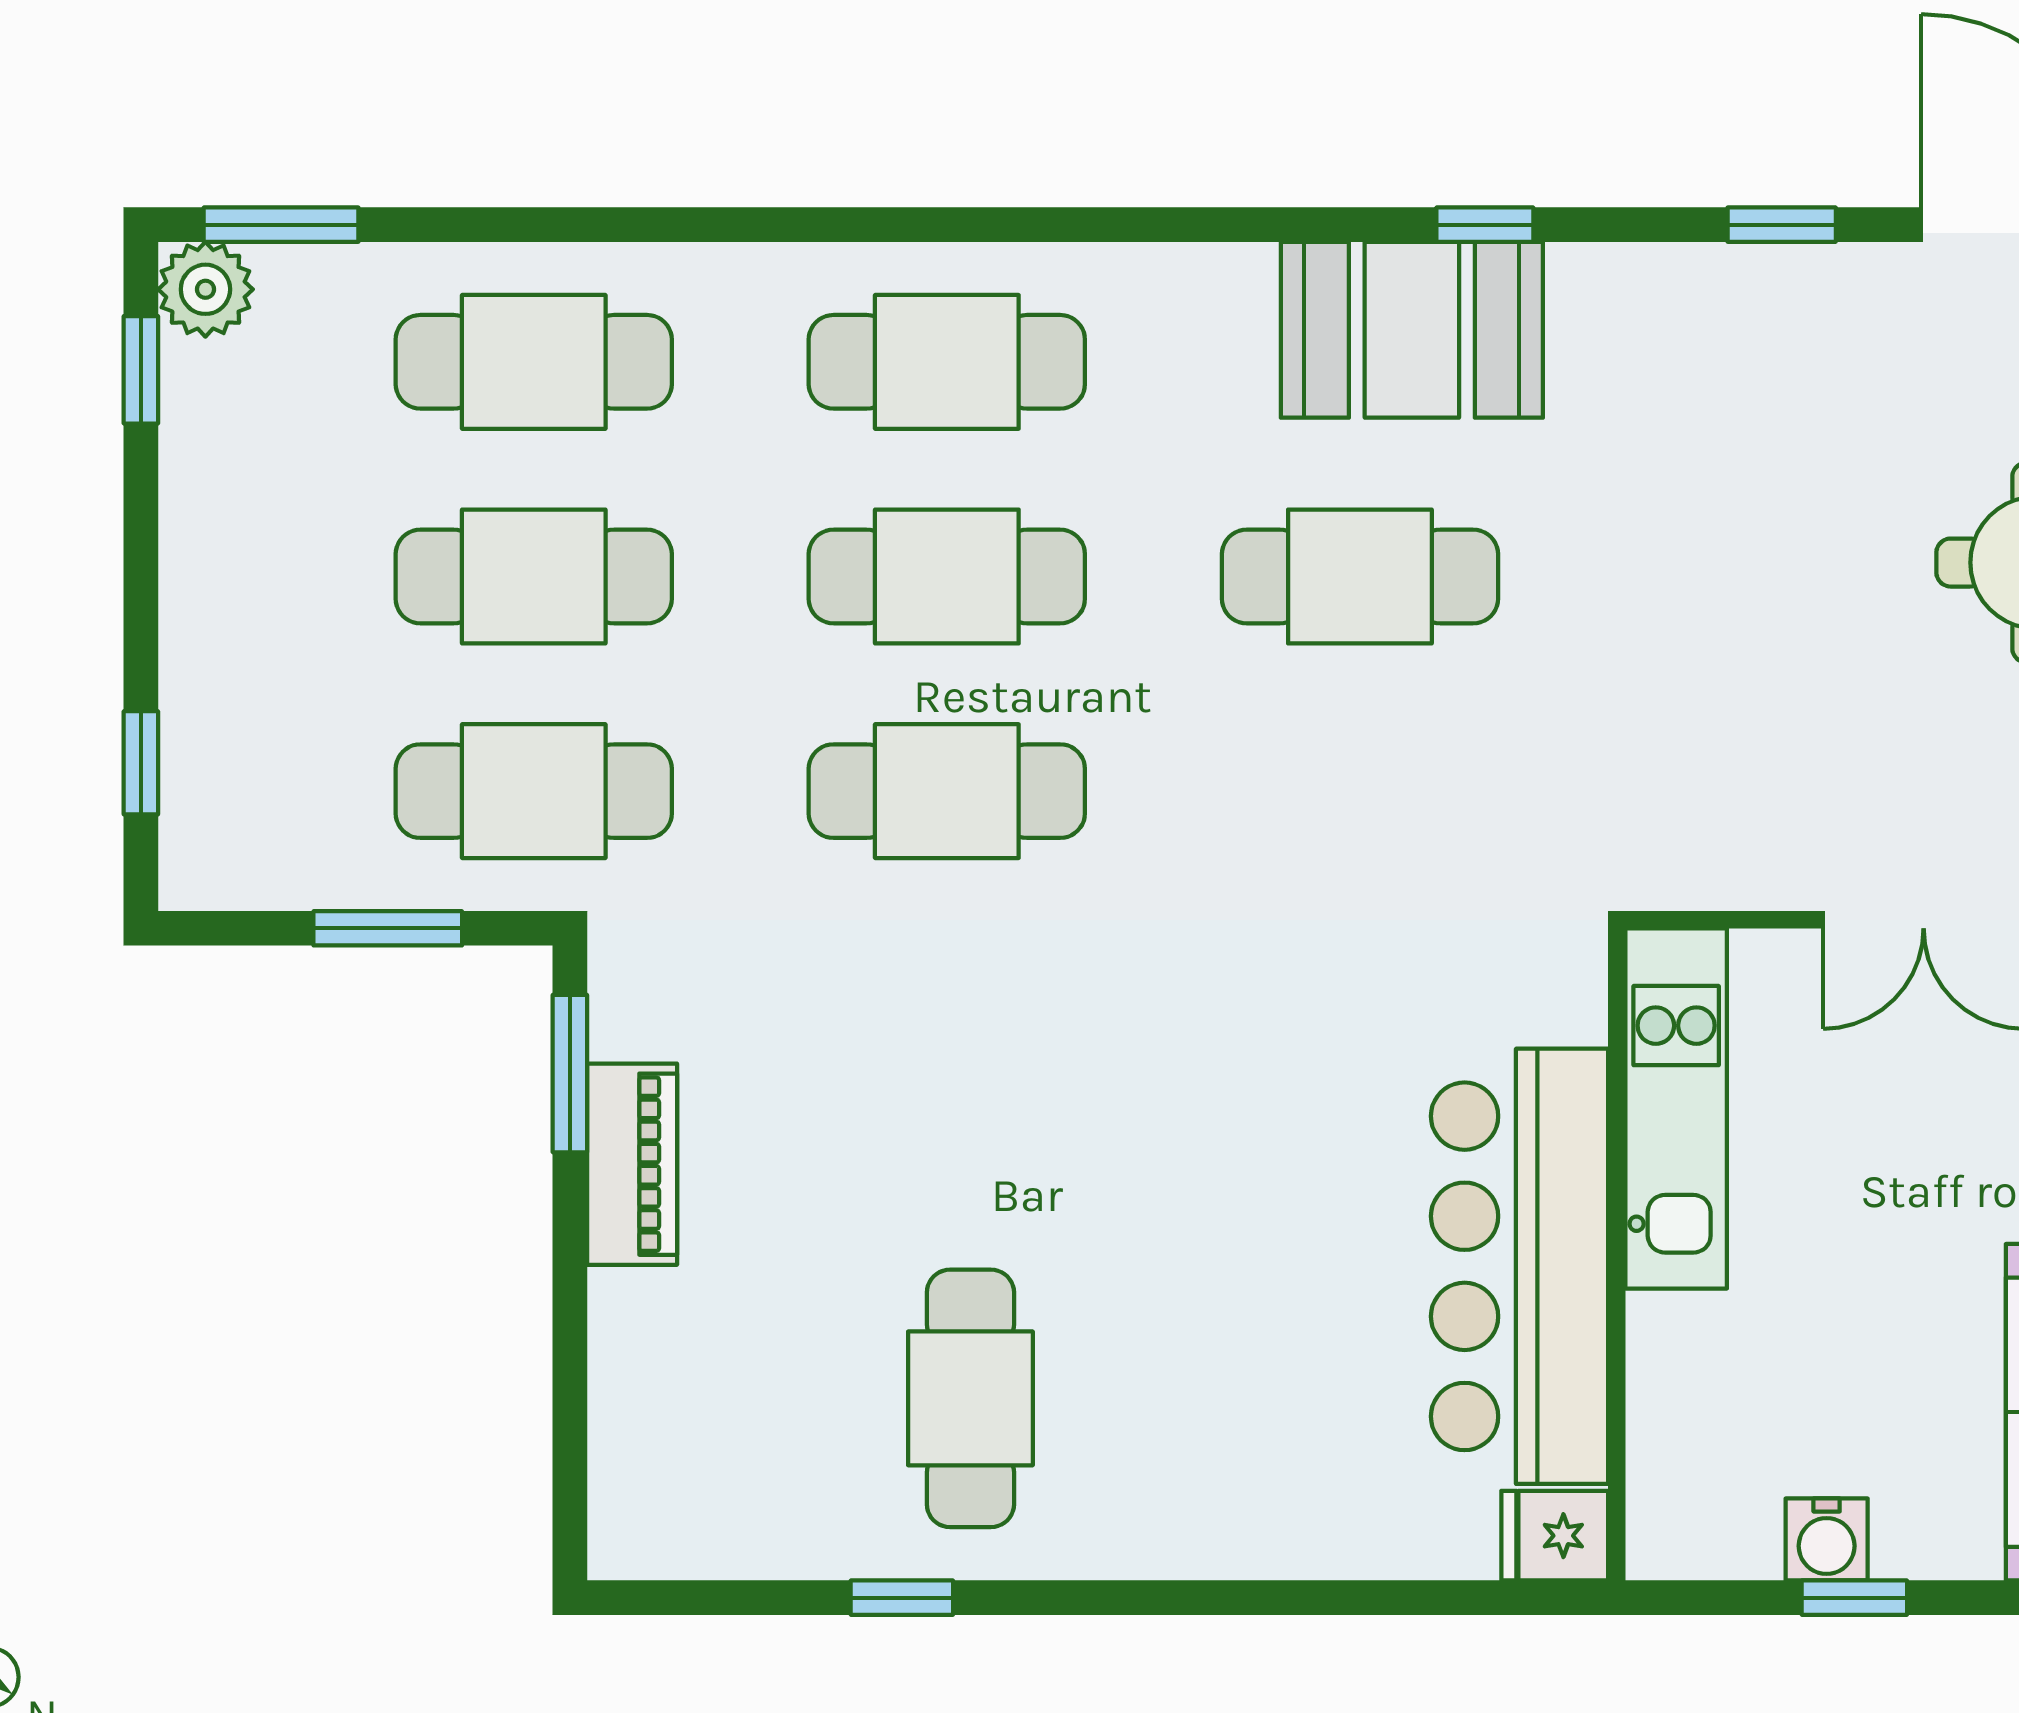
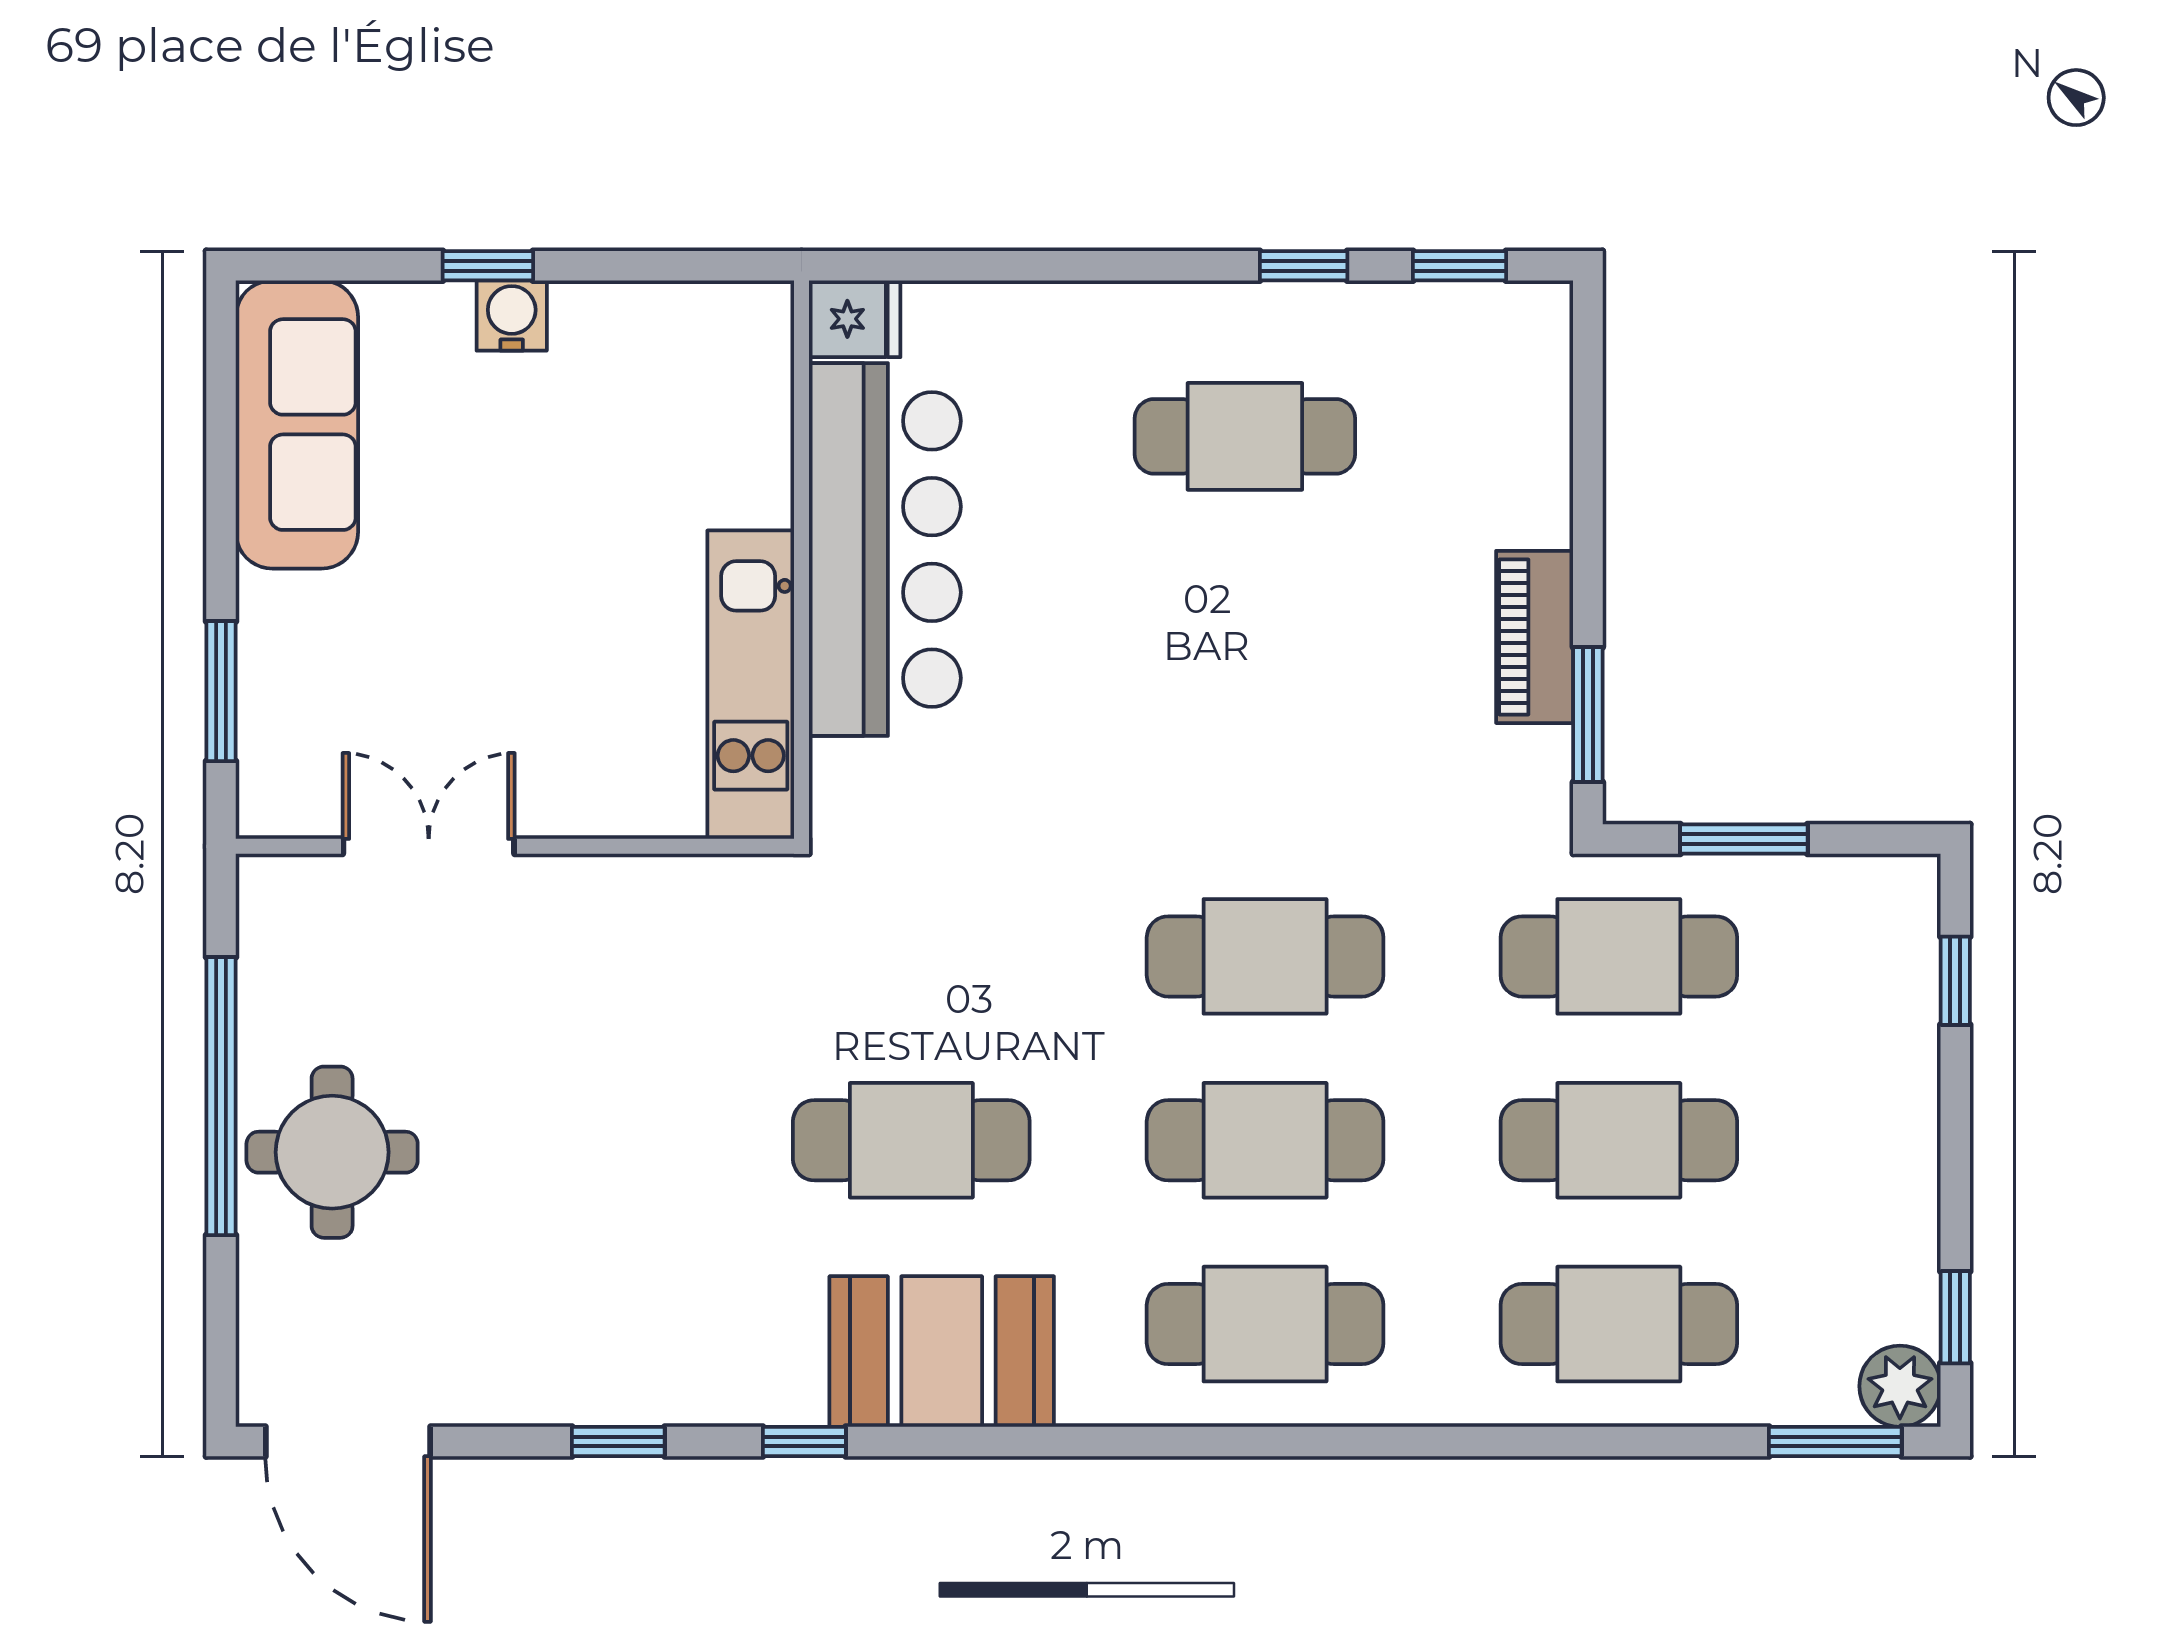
window: (1782, 225) -> (618, 1442), moved
booth: (1412, 330) -> (942, 1352), moved
kitchen unit: (1676, 1108) -> (751, 685), moved
wall: (1617, 1254) -> (802, 560), moved
bar counter: (1520, 1266) -> (885, 550), moved
cafe table: (970, 1398) -> (1245, 436), turned 90
fridge: (1555, 1536) -> (855, 319), moved
window: (720, 1598) -> (1459, 266), added

